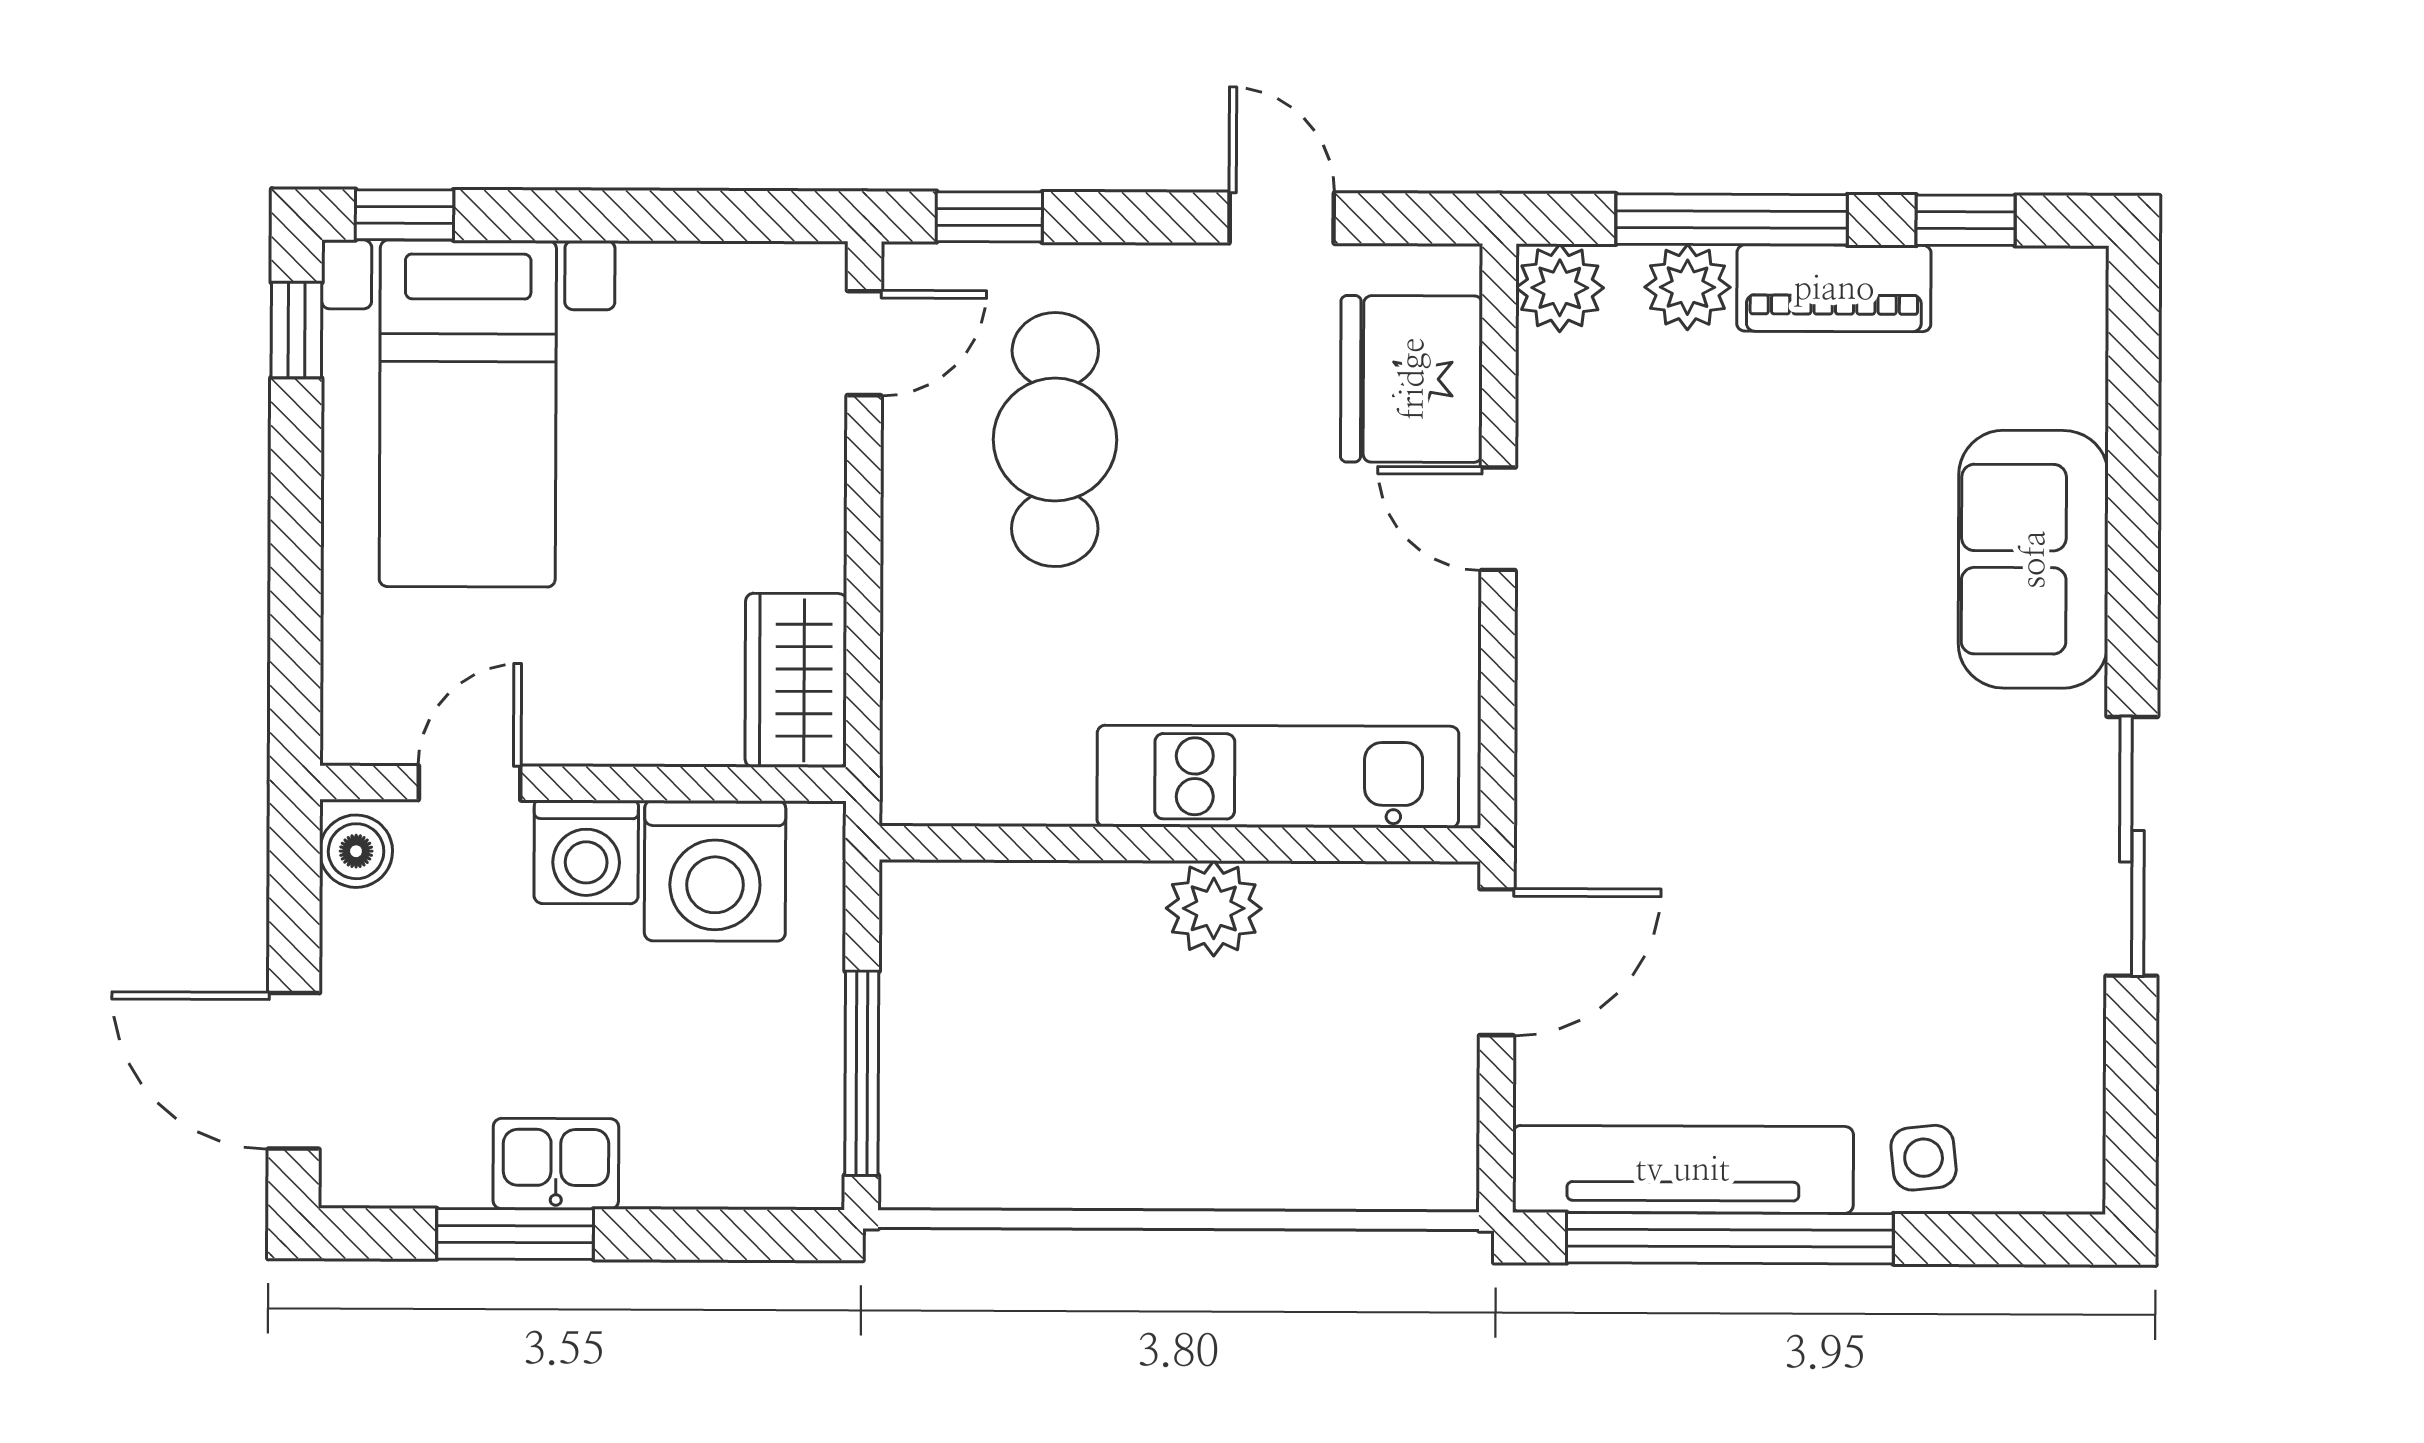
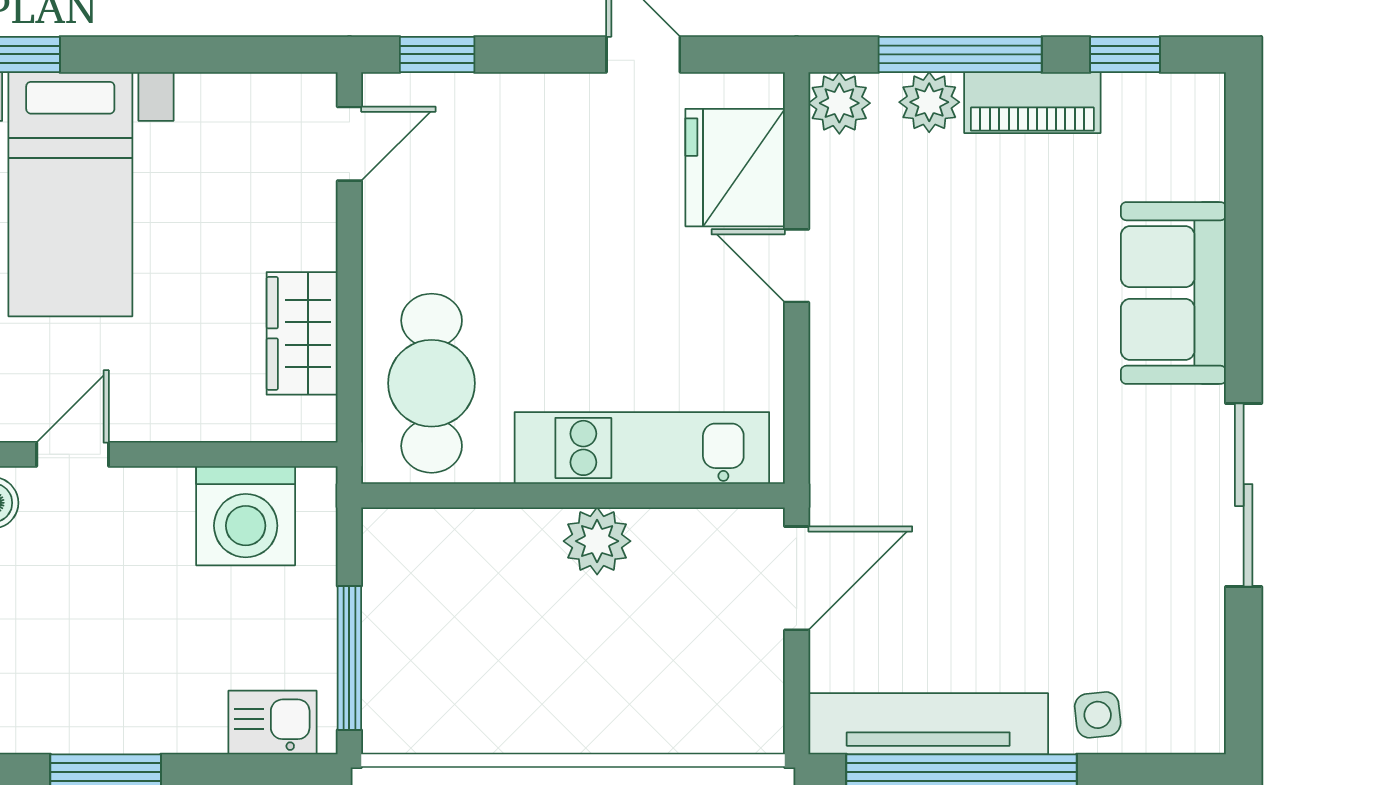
cafe table: (1055, 440) -> (432, 383), moved
wardrobe: (796, 680) -> (302, 333), moved
washing machine: (586, 852) -> (155, 503), removed
kitchen sink: (556, 1164) -> (273, 722), moved

